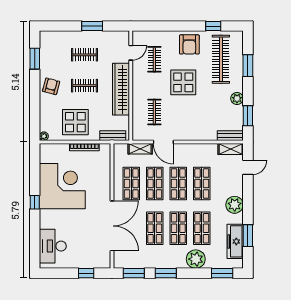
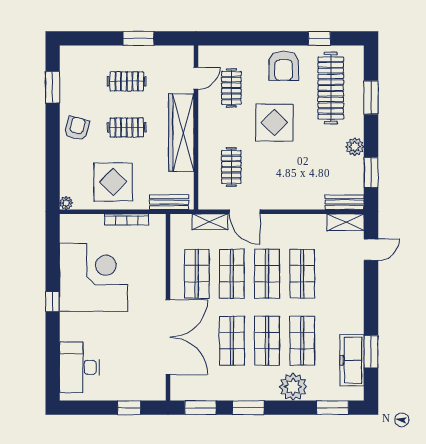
plant: (235, 205) -> (351, 306), removed

